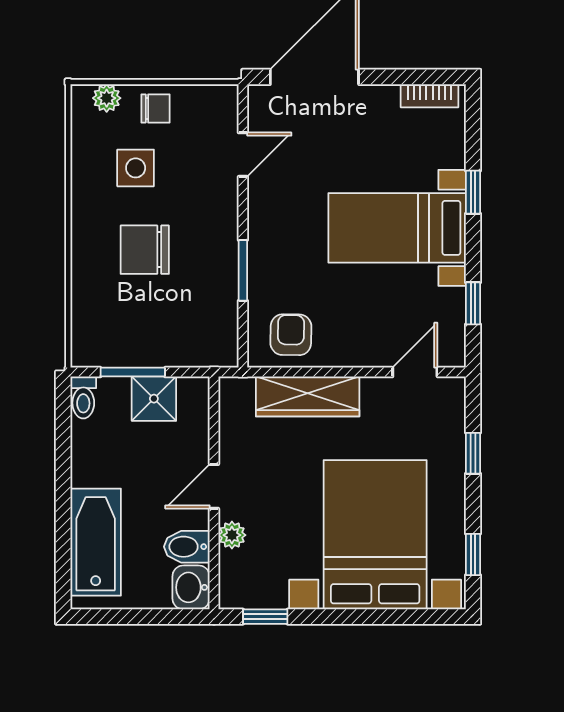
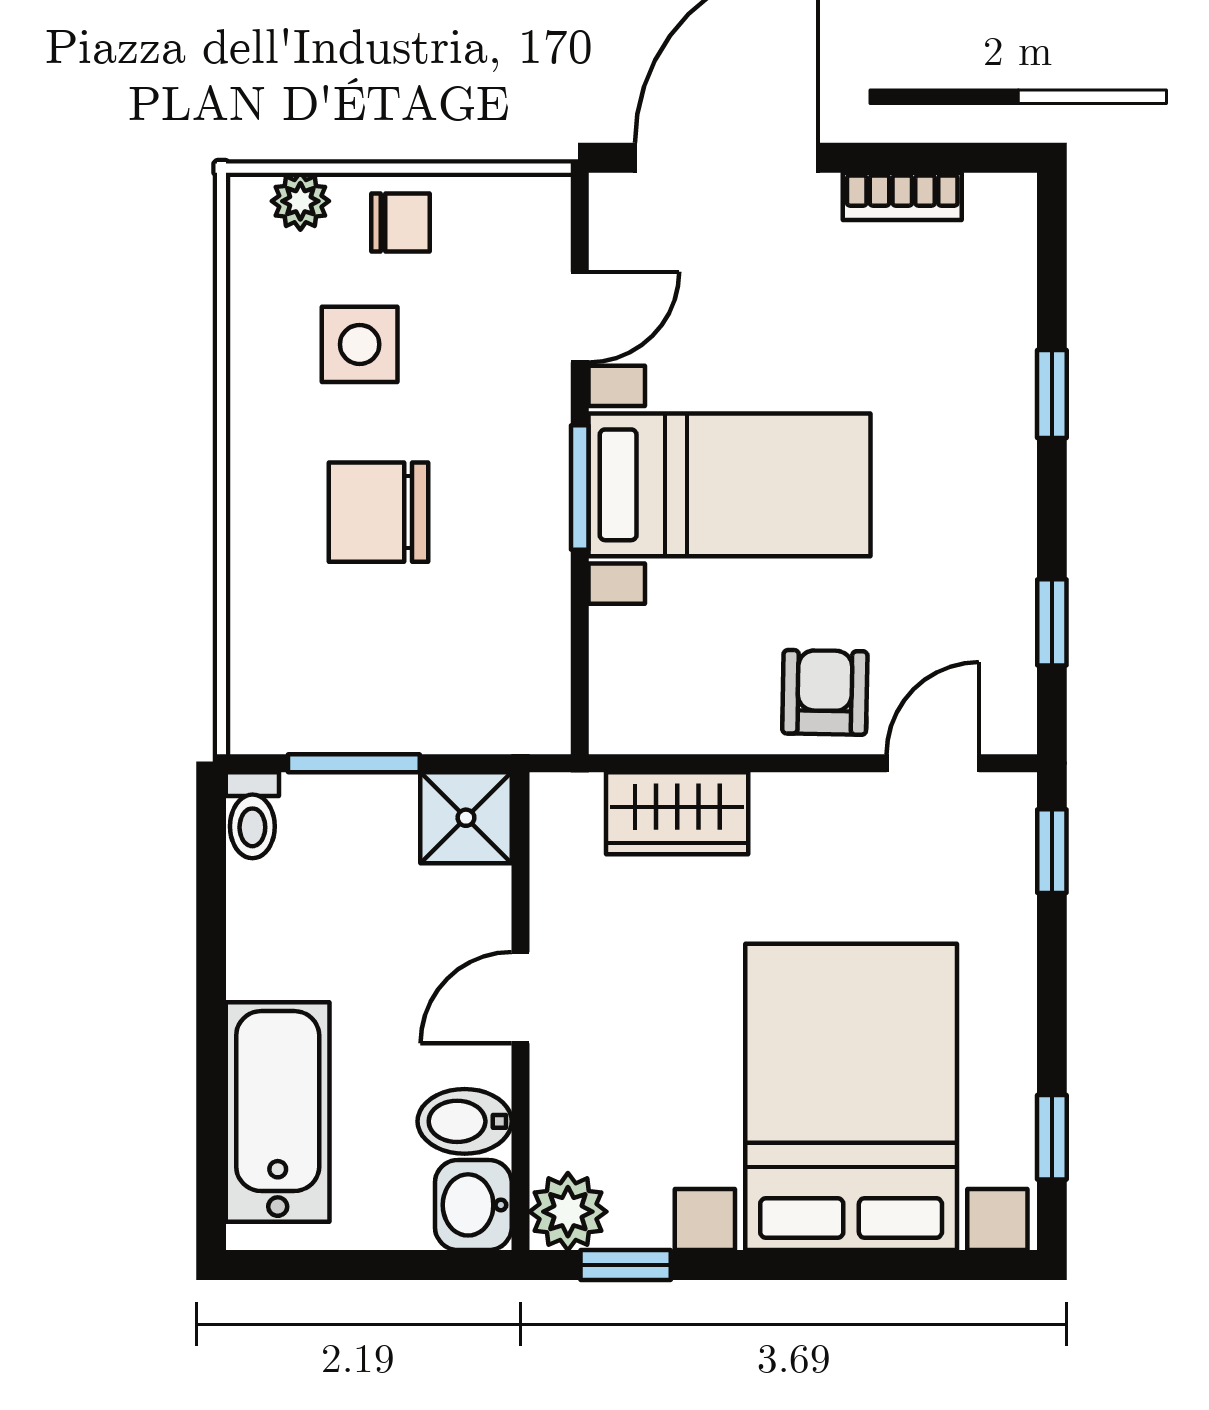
bookcase: (430, 96) -> (902, 196), moved
bed with nightstands: (397, 228) -> (730, 485), moved, turned 180
window: (243, 270) -> (580, 487), moved
armchair: (291, 335) -> (825, 692), moved
wardrobe: (308, 396) -> (677, 813), width x0.67
shower: (154, 399) -> (466, 818), moved
window: (473, 453) -> (1052, 851), moved
plant: (232, 535) -> (568, 1212), moved, width x1.38, depth x1.38

